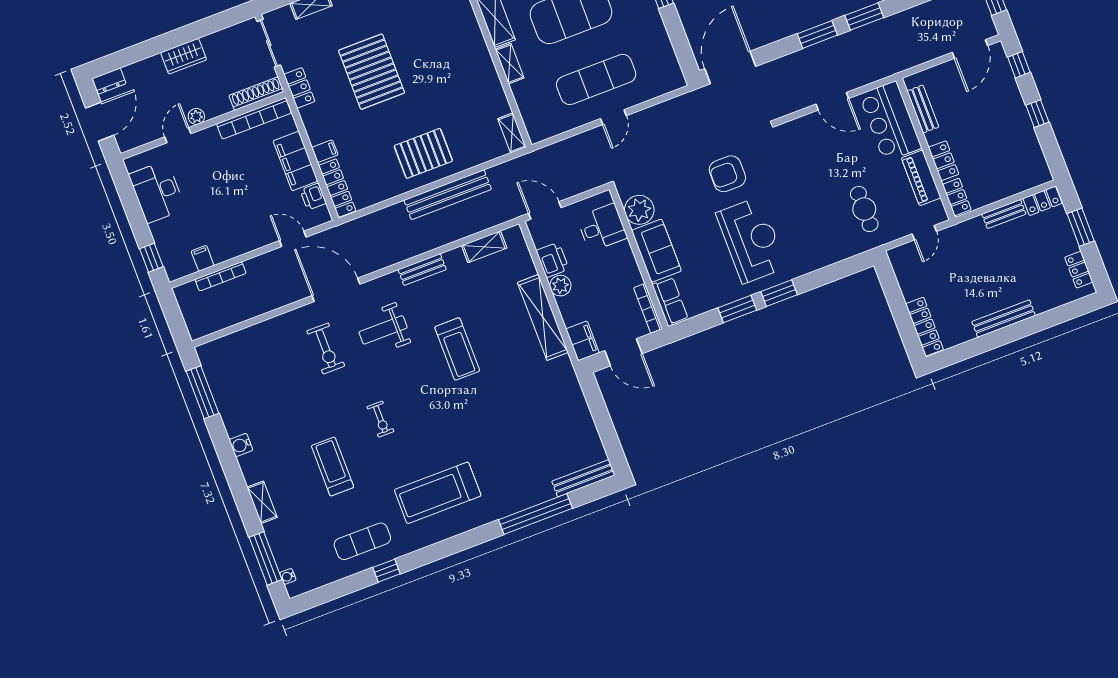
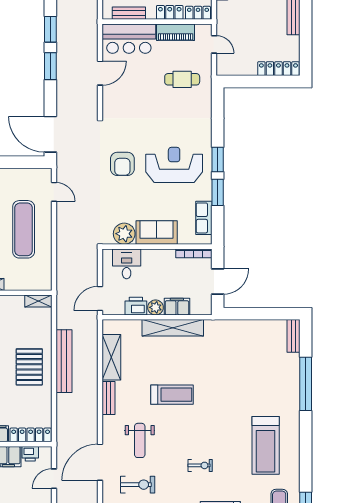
door: (613, 117) -> (54, 192), moved
shelving: (484, 247) -> (111, 357), width x1.50, depth x1.33
row of seats: (670, 302) -> (204, 218), moved, turned -90
filing cabinet: (583, 341) -> (177, 307), moved
bench: (583, 478) -> (293, 336), width x0.73

